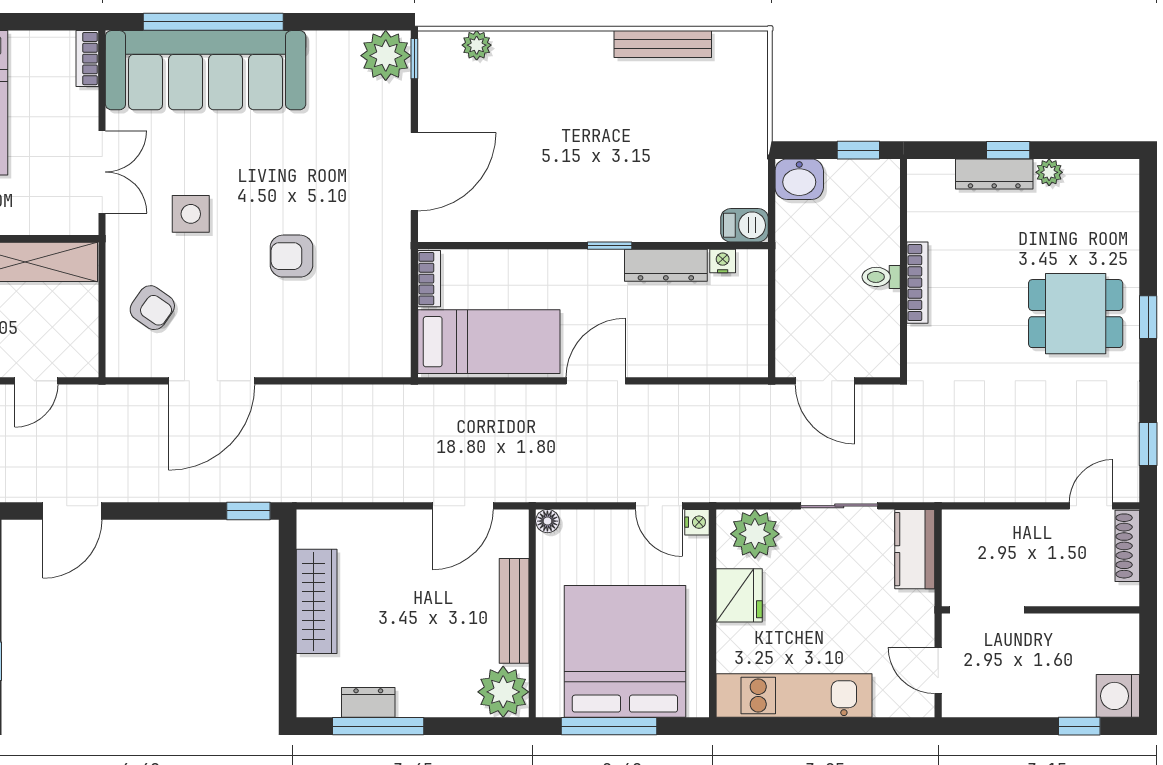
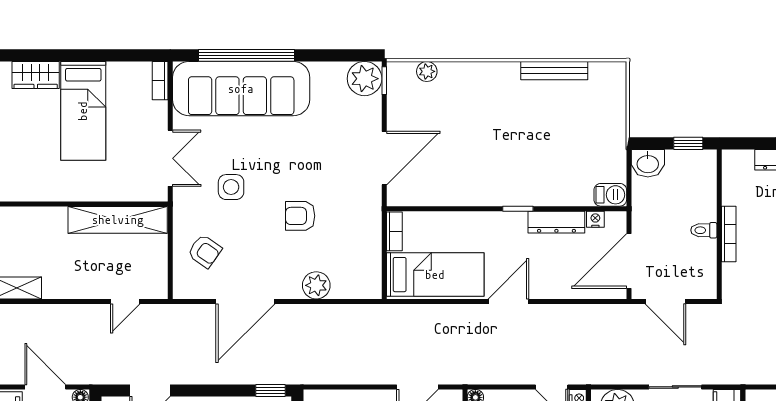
door: (772, 322) -> (629, 261), added
plant: (315, 357) -> (316, 285), added

